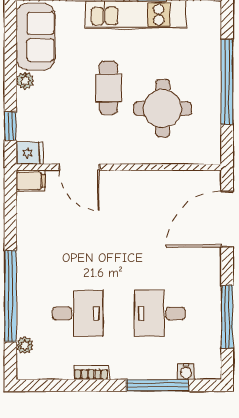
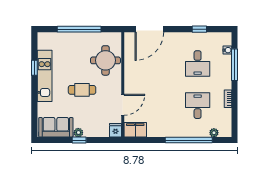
round table: (163, 108) -> (106, 60), moved
window: (10, 126) -> (79, 140), moved
filing cabinet: (31, 181) -> (135, 130), width x2.00
door: (227, 219) -> (149, 29), hinge flipped
window: (227, 317) -> (199, 29), width x0.46

